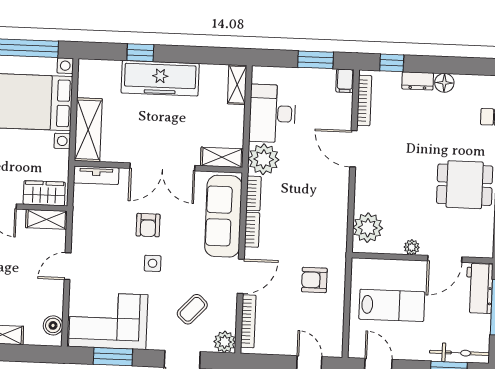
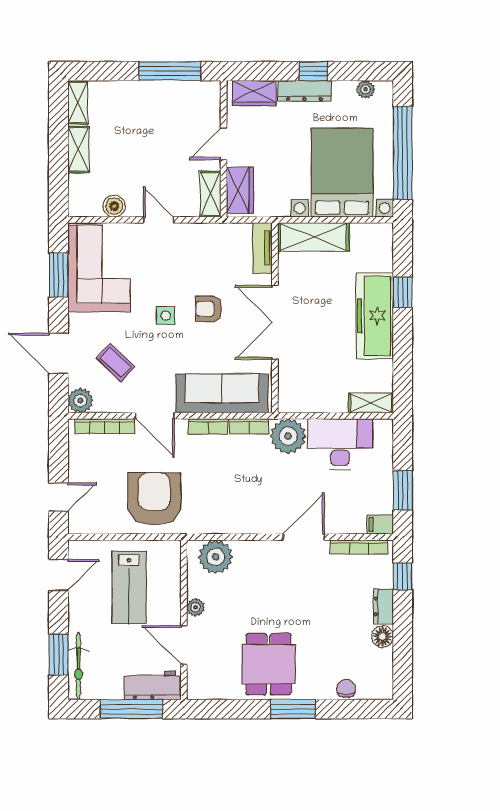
shelving: (222, 157) -> (288, 389), removed
armchair: (314, 280) -> (154, 499), width x1.88, depth x1.88
boiler: (53, 325) -> (114, 206), moved

